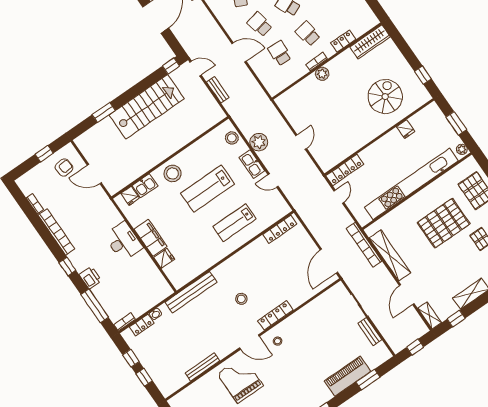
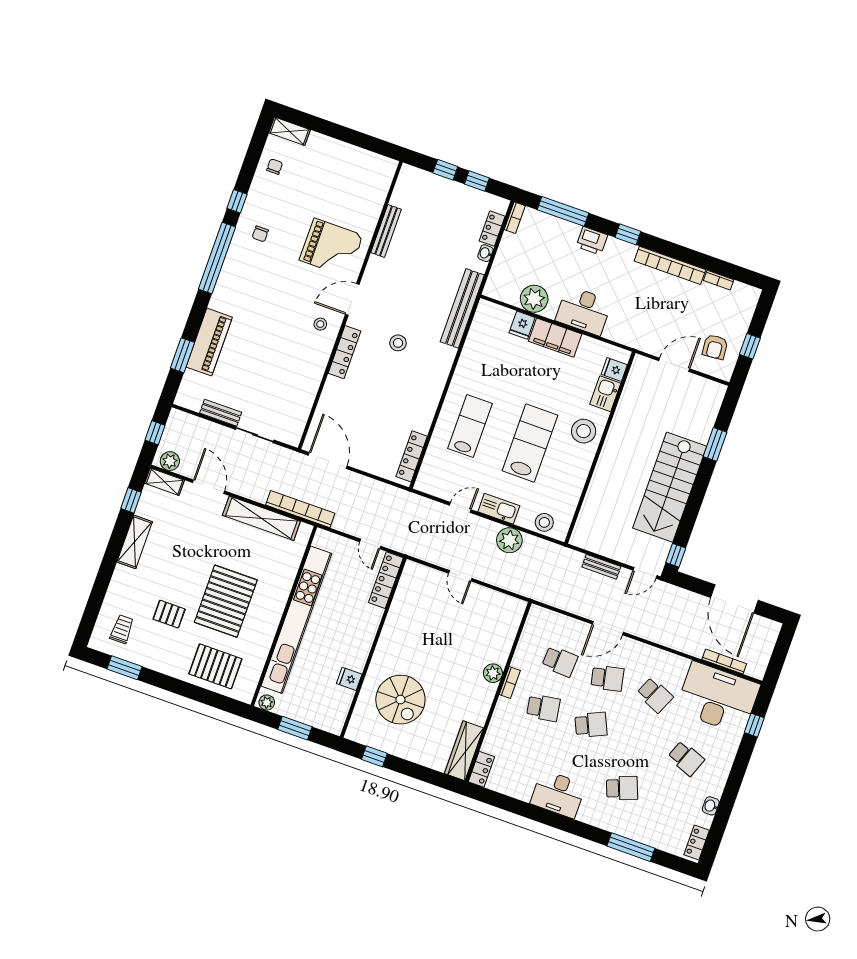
locker: (343, 41) -> (481, 769), moved
plant: (147, 268) -> (534, 299), added
plant: (418, 325) -> (170, 461), added

